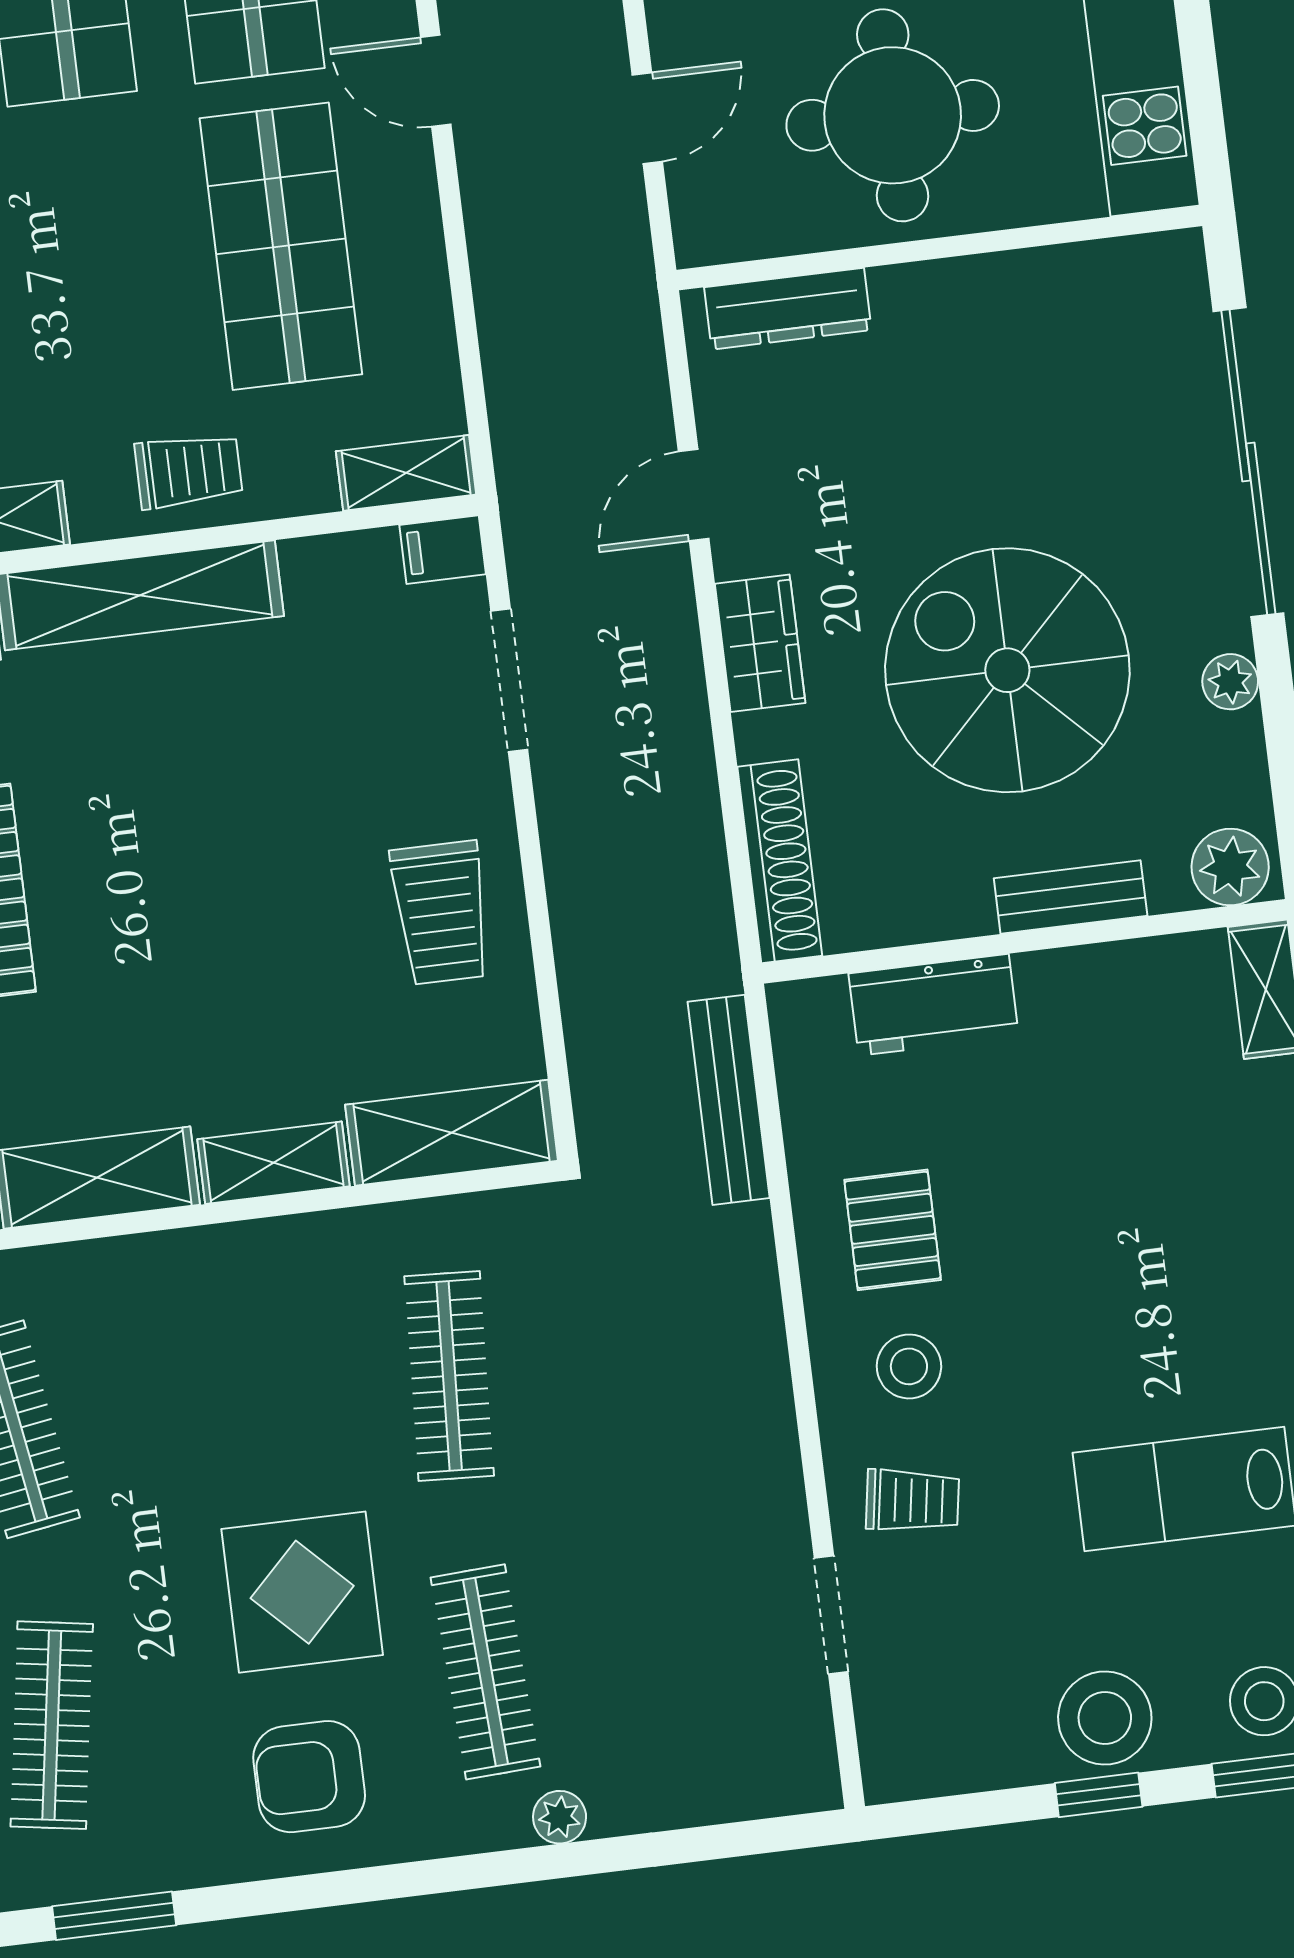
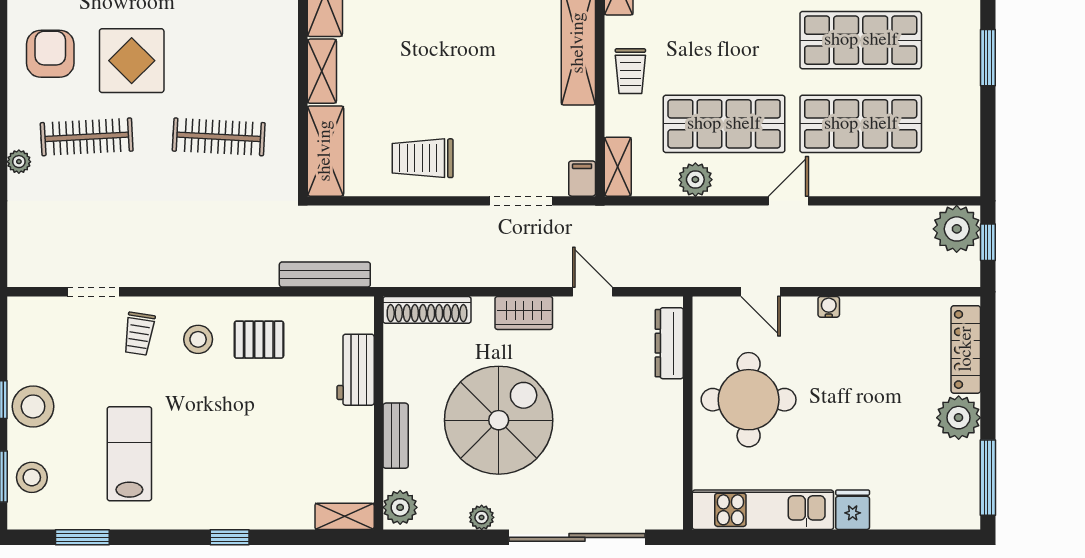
plant: (414, 295) -> (695, 180), added

